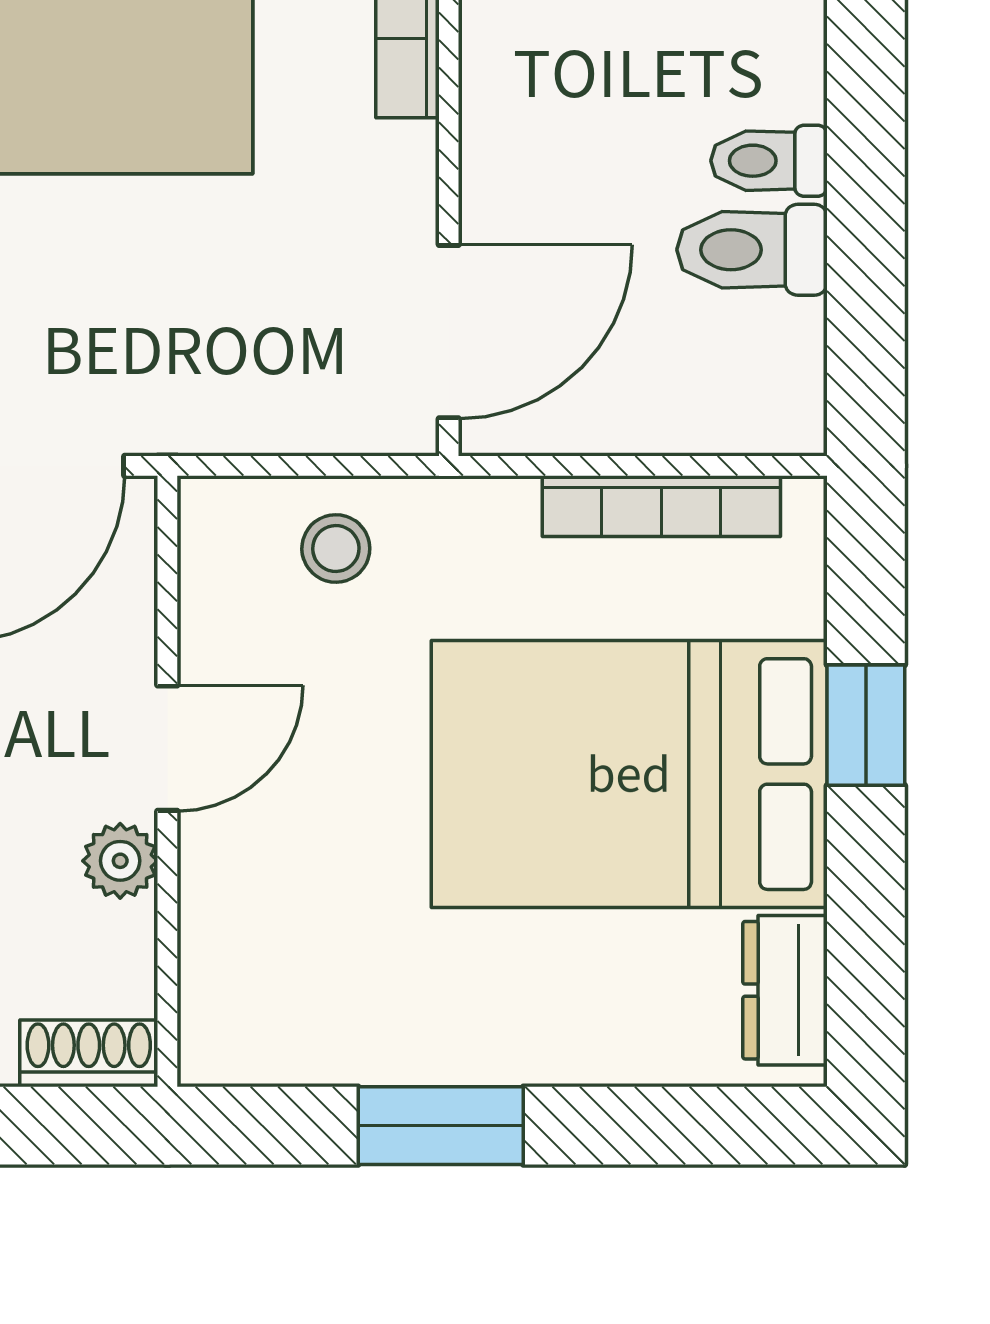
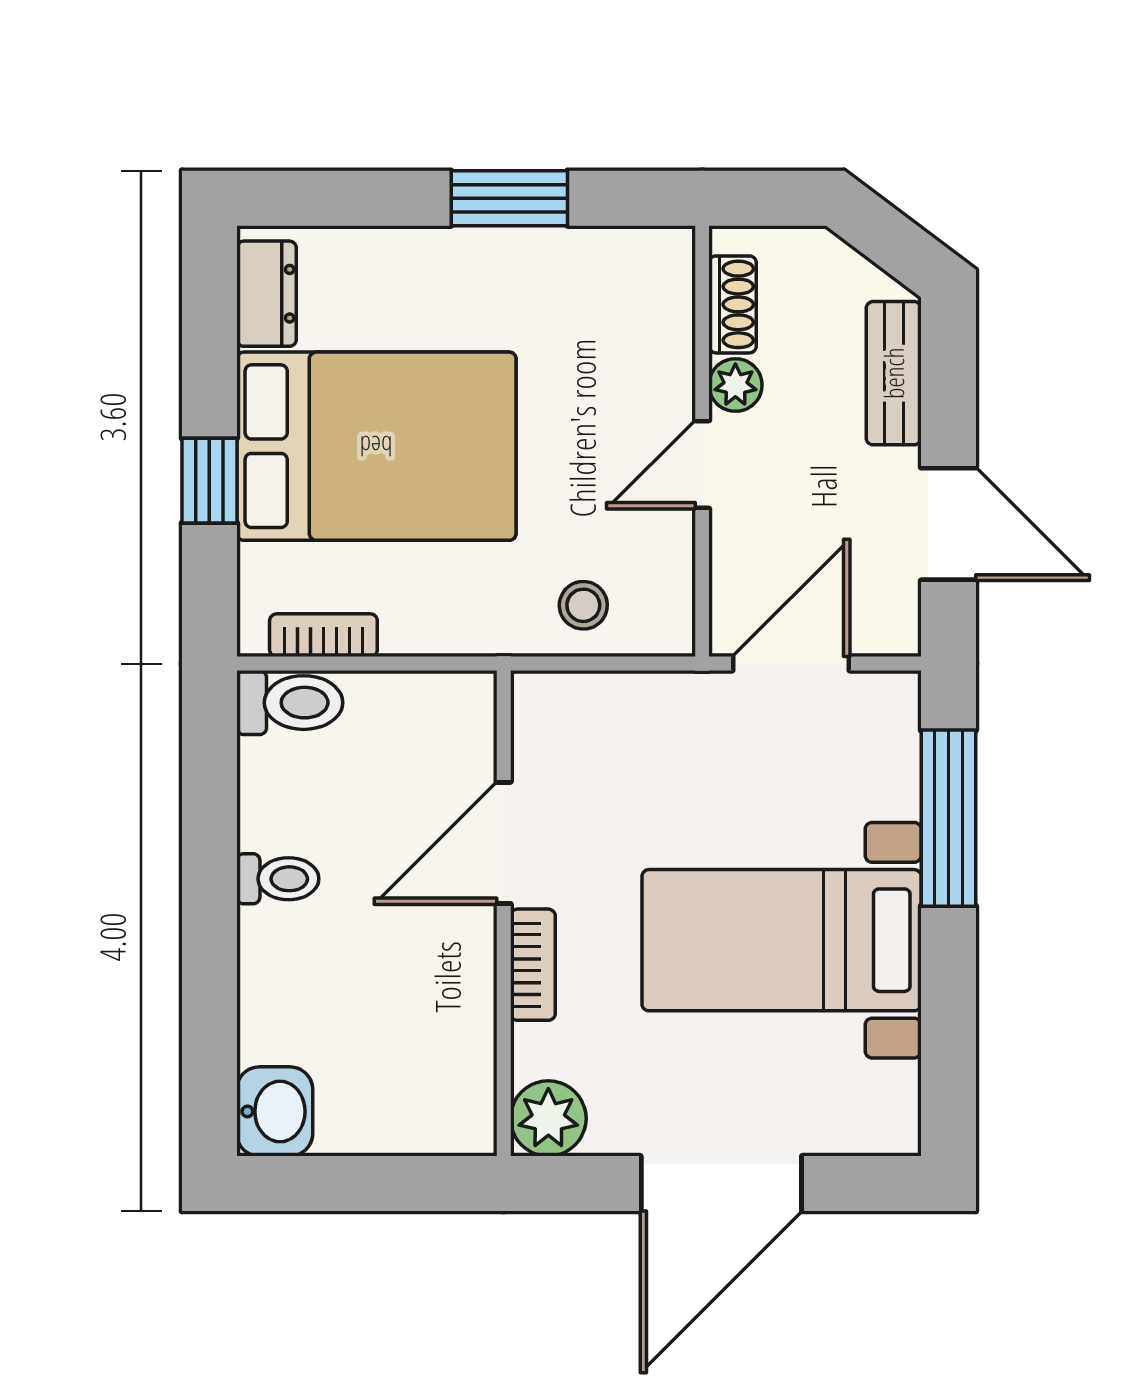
toilet: (752, 250) -> (290, 703), moved
door: (449, 332) -> (504, 843), moved
bookcase: (661, 506) -> (323, 635), width x0.64
shoe rack: (89, 1053) -> (733, 304), moved, turned -90

